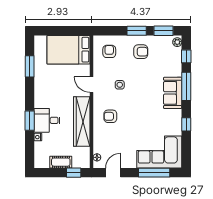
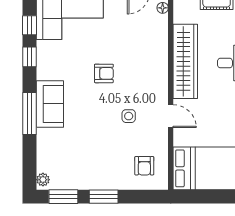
armchair: (141, 52) -> (97, 165), removed
window: (186, 56) -> (29, 25), moved
armchair: (110, 116) -> (104, 73), moved

